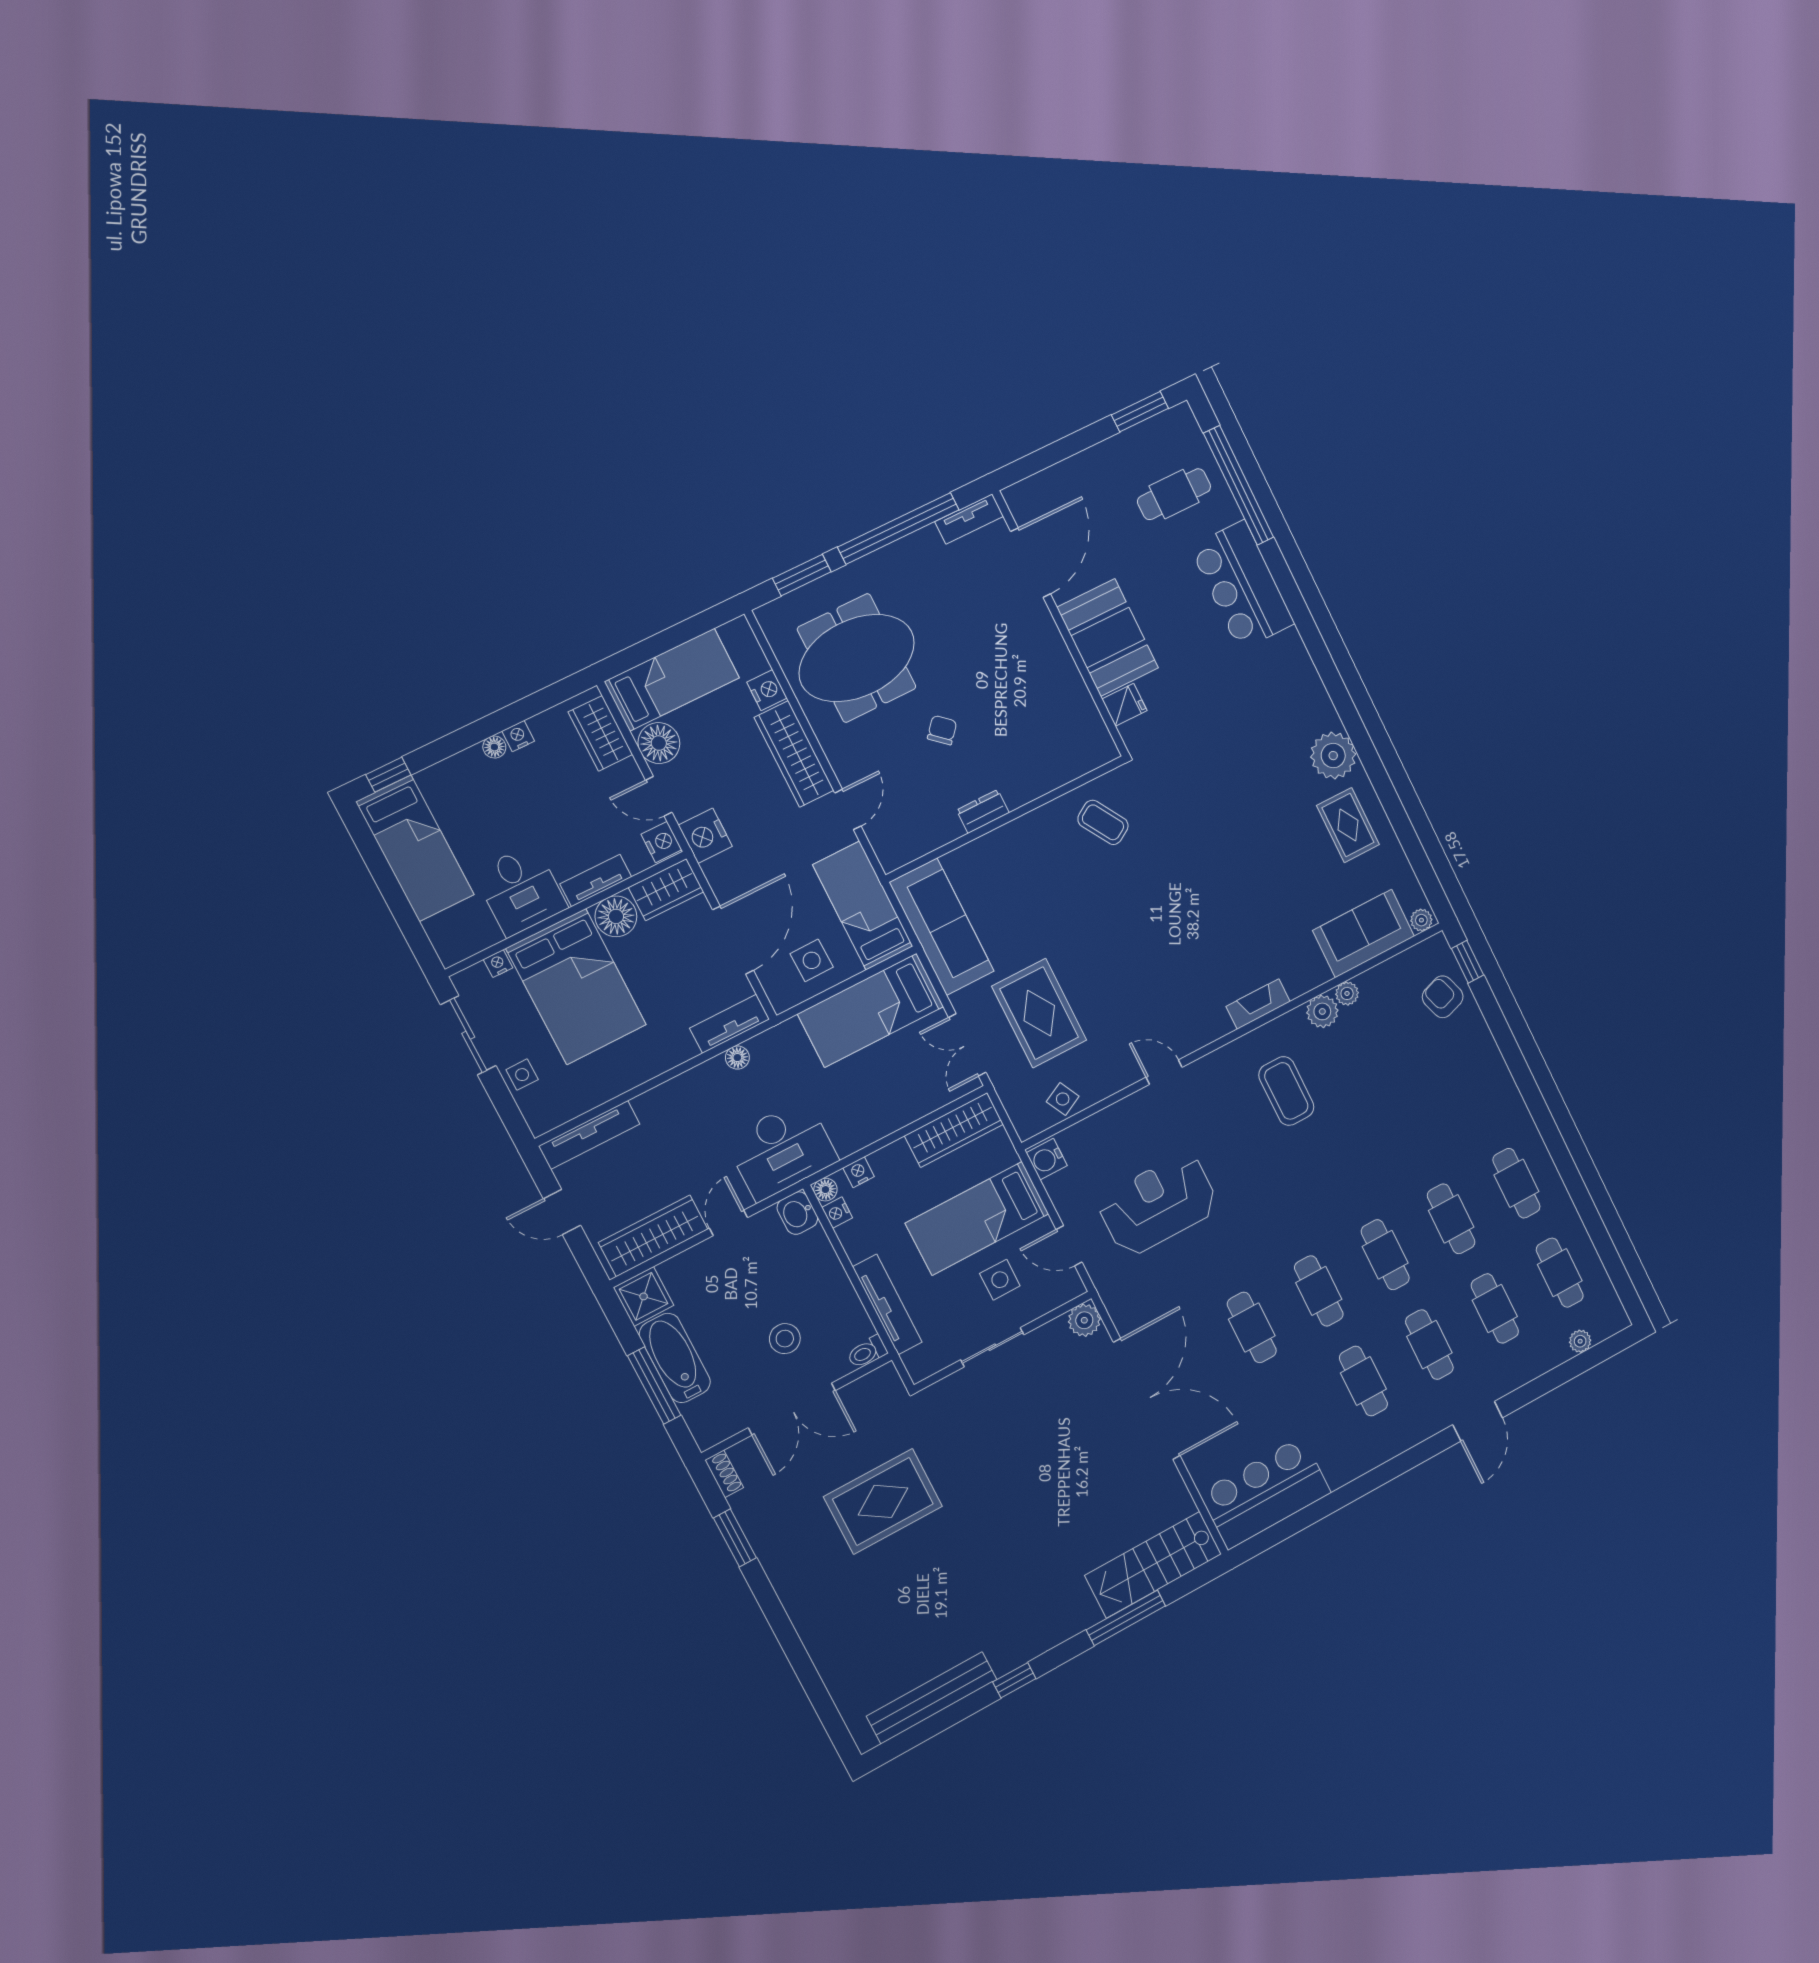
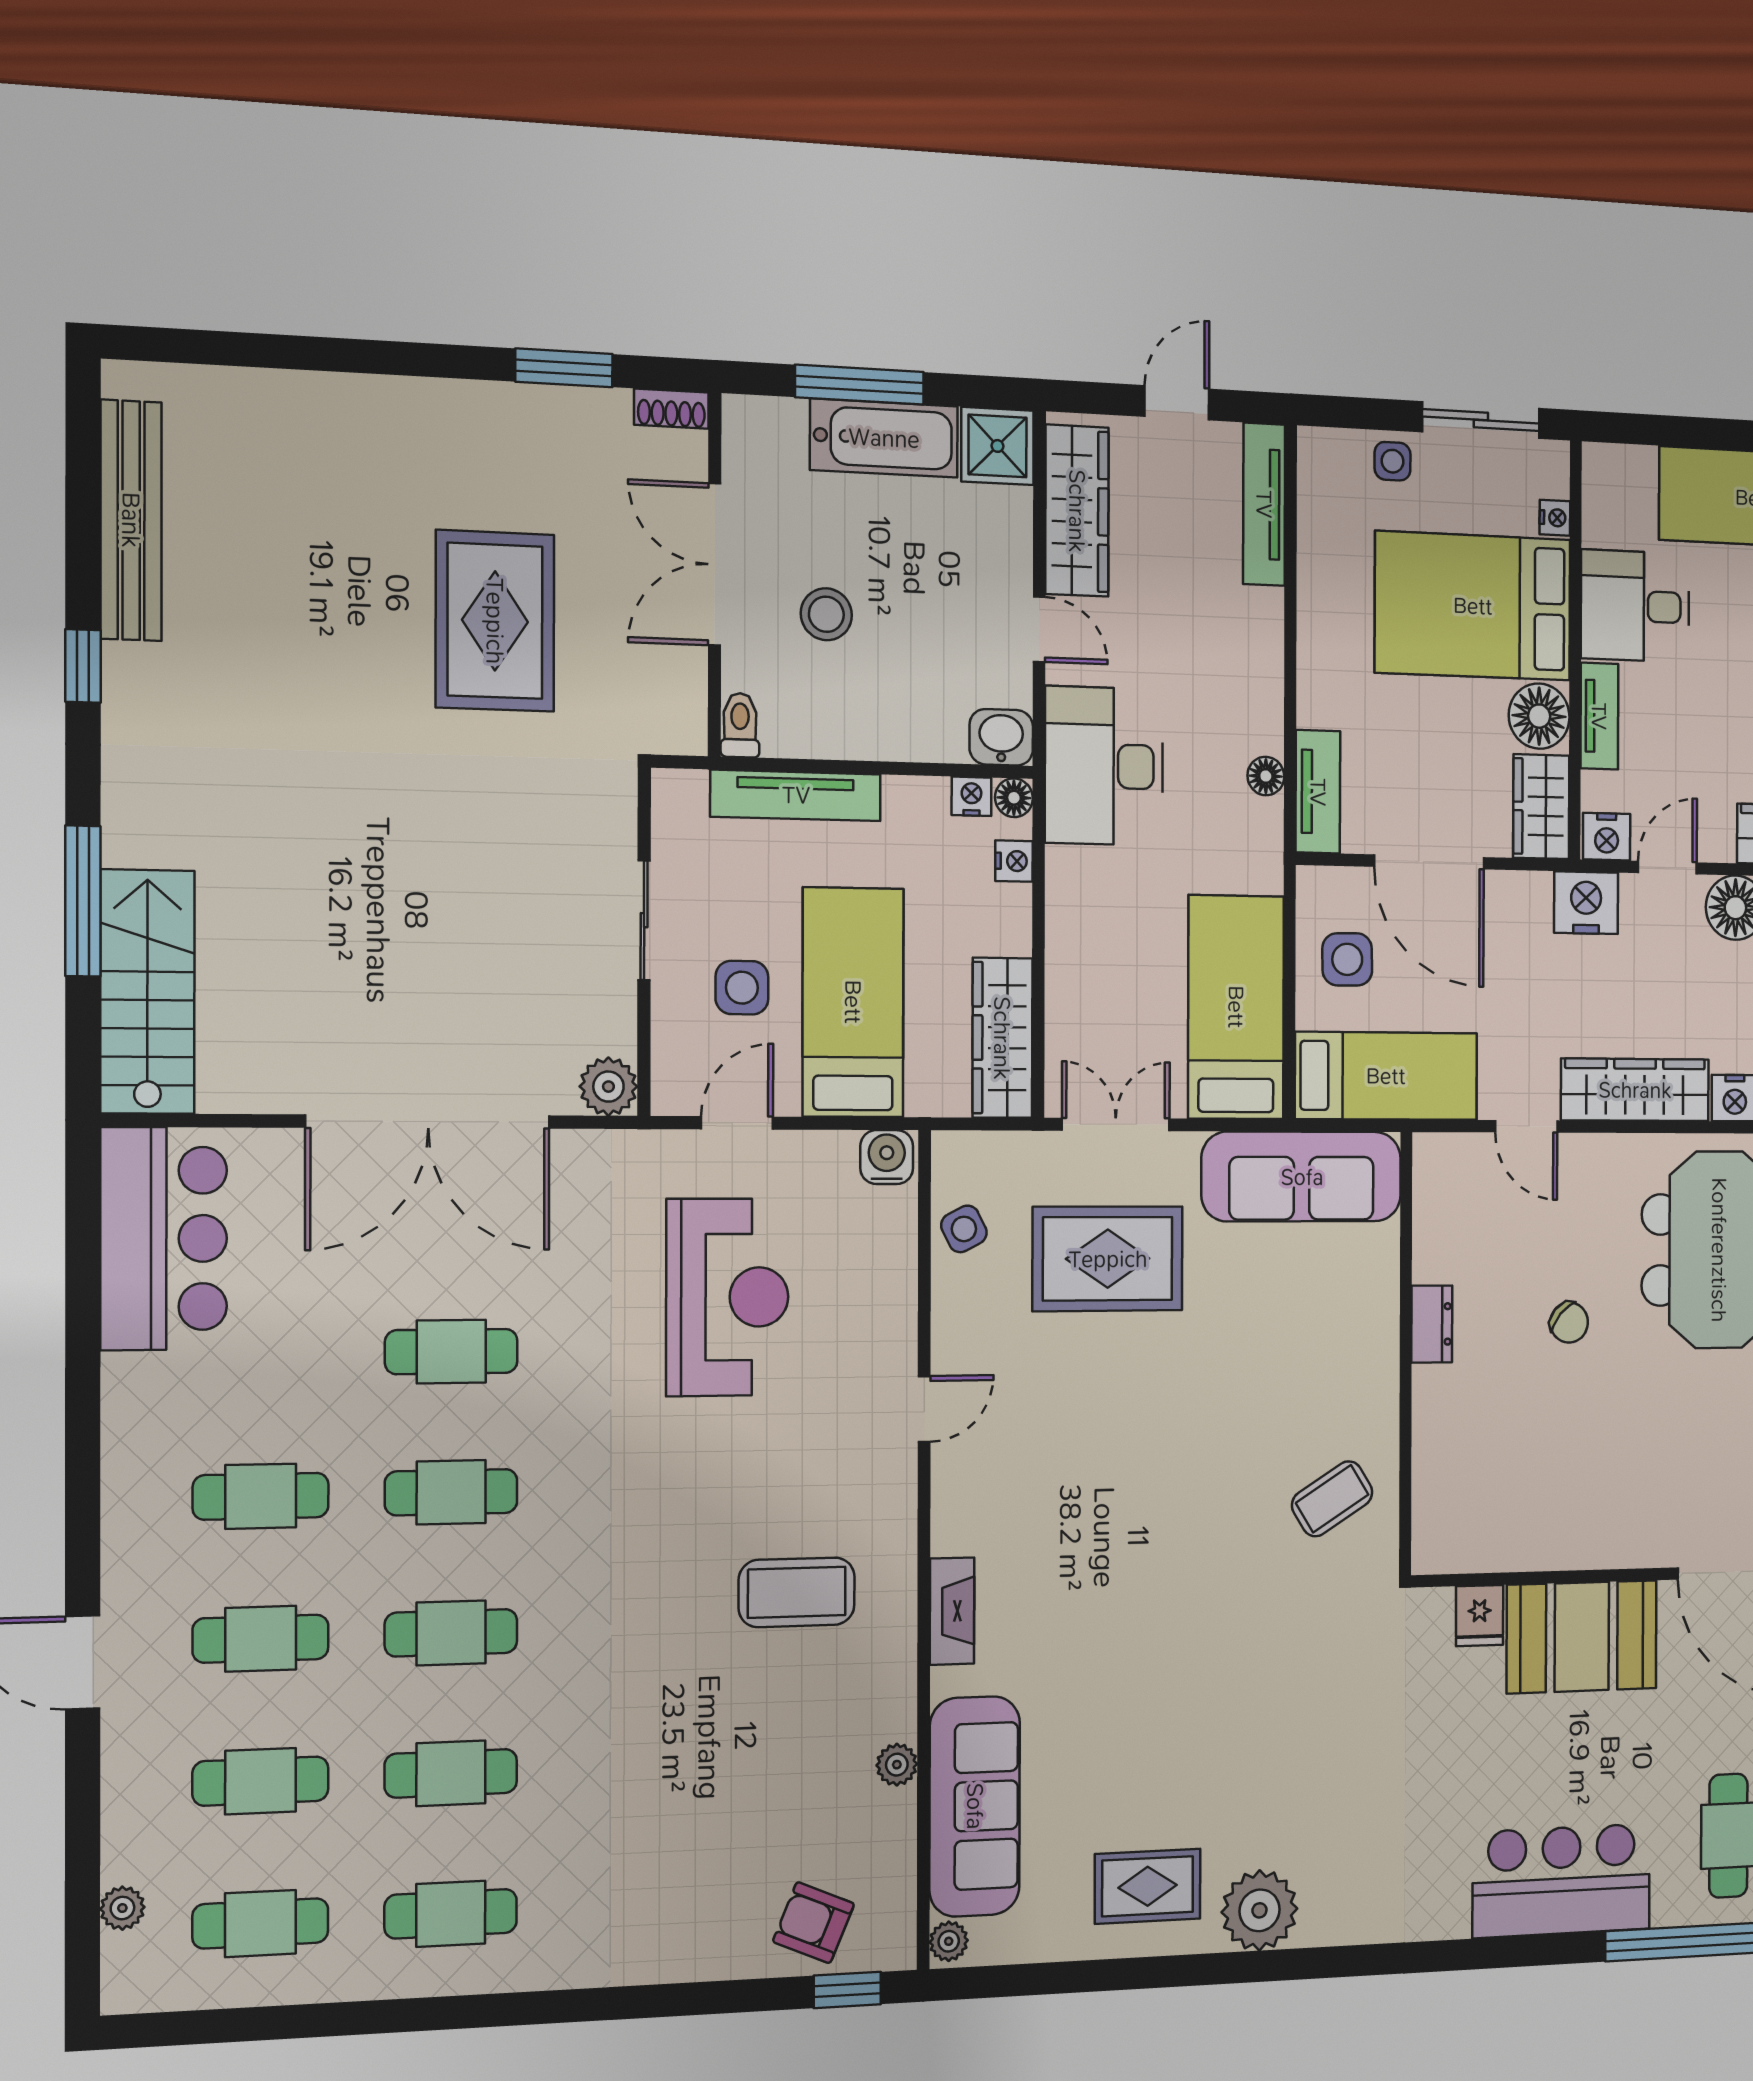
sofa: (1364, 933) -> (975, 1806), width x1.36
armchair: (1443, 997) -> (814, 1923), turned -138
plant: (1322, 1011) -> (889, 1711), removed

